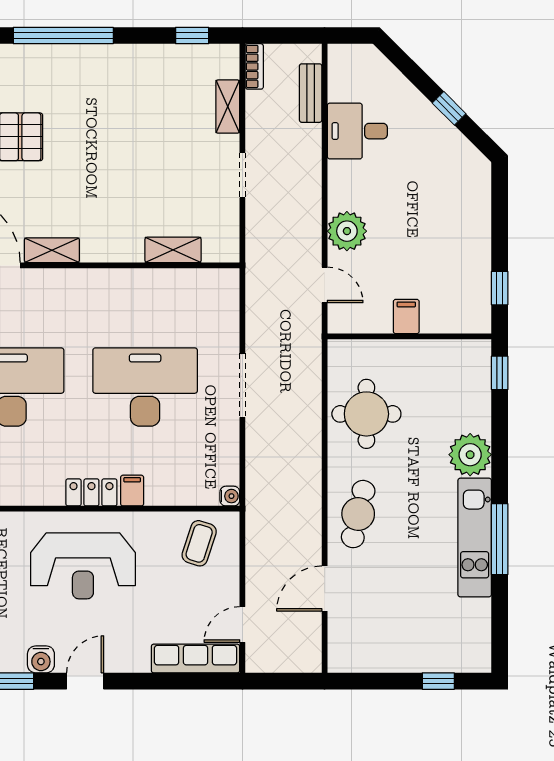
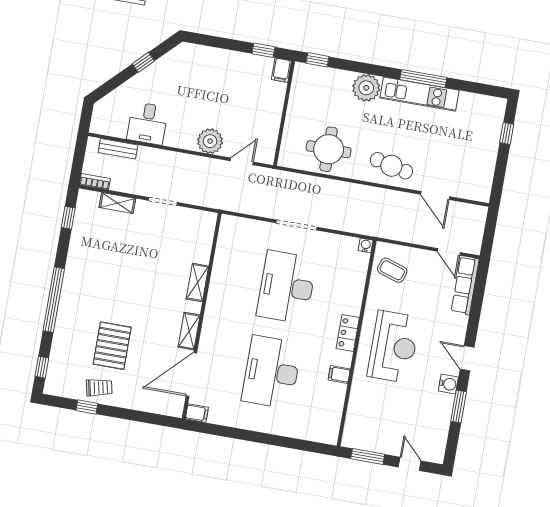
shelving: (173, 250) -> (197, 283), moved
filing cabinet: (406, 316) -> (281, 70), moved, turned -90
filing cabinet: (132, 491) -> (339, 374), moved

